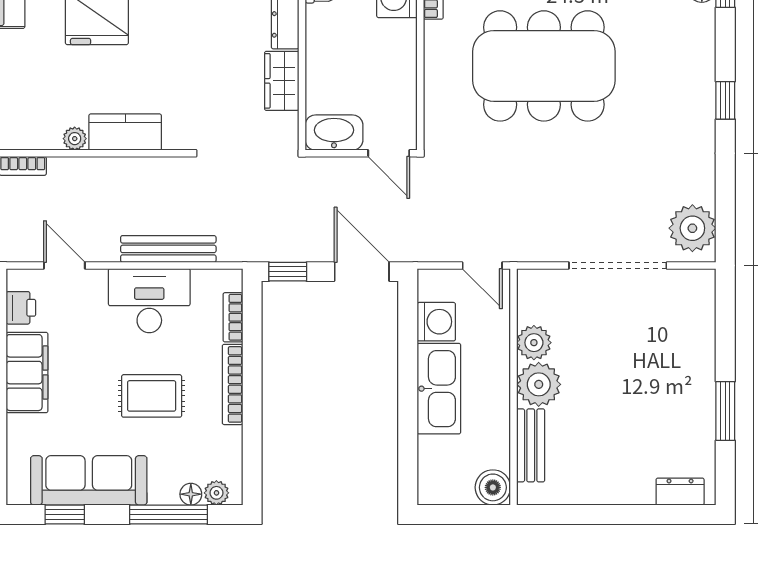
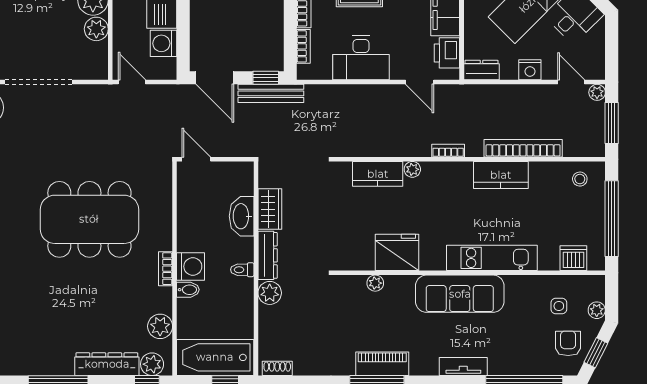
washbasin: (334, 133) -> (242, 216), moved, turned 90
bench: (168, 249) -> (271, 93), moved
printer: (21, 308) -> (447, 53), width x1.36, depth x1.24

